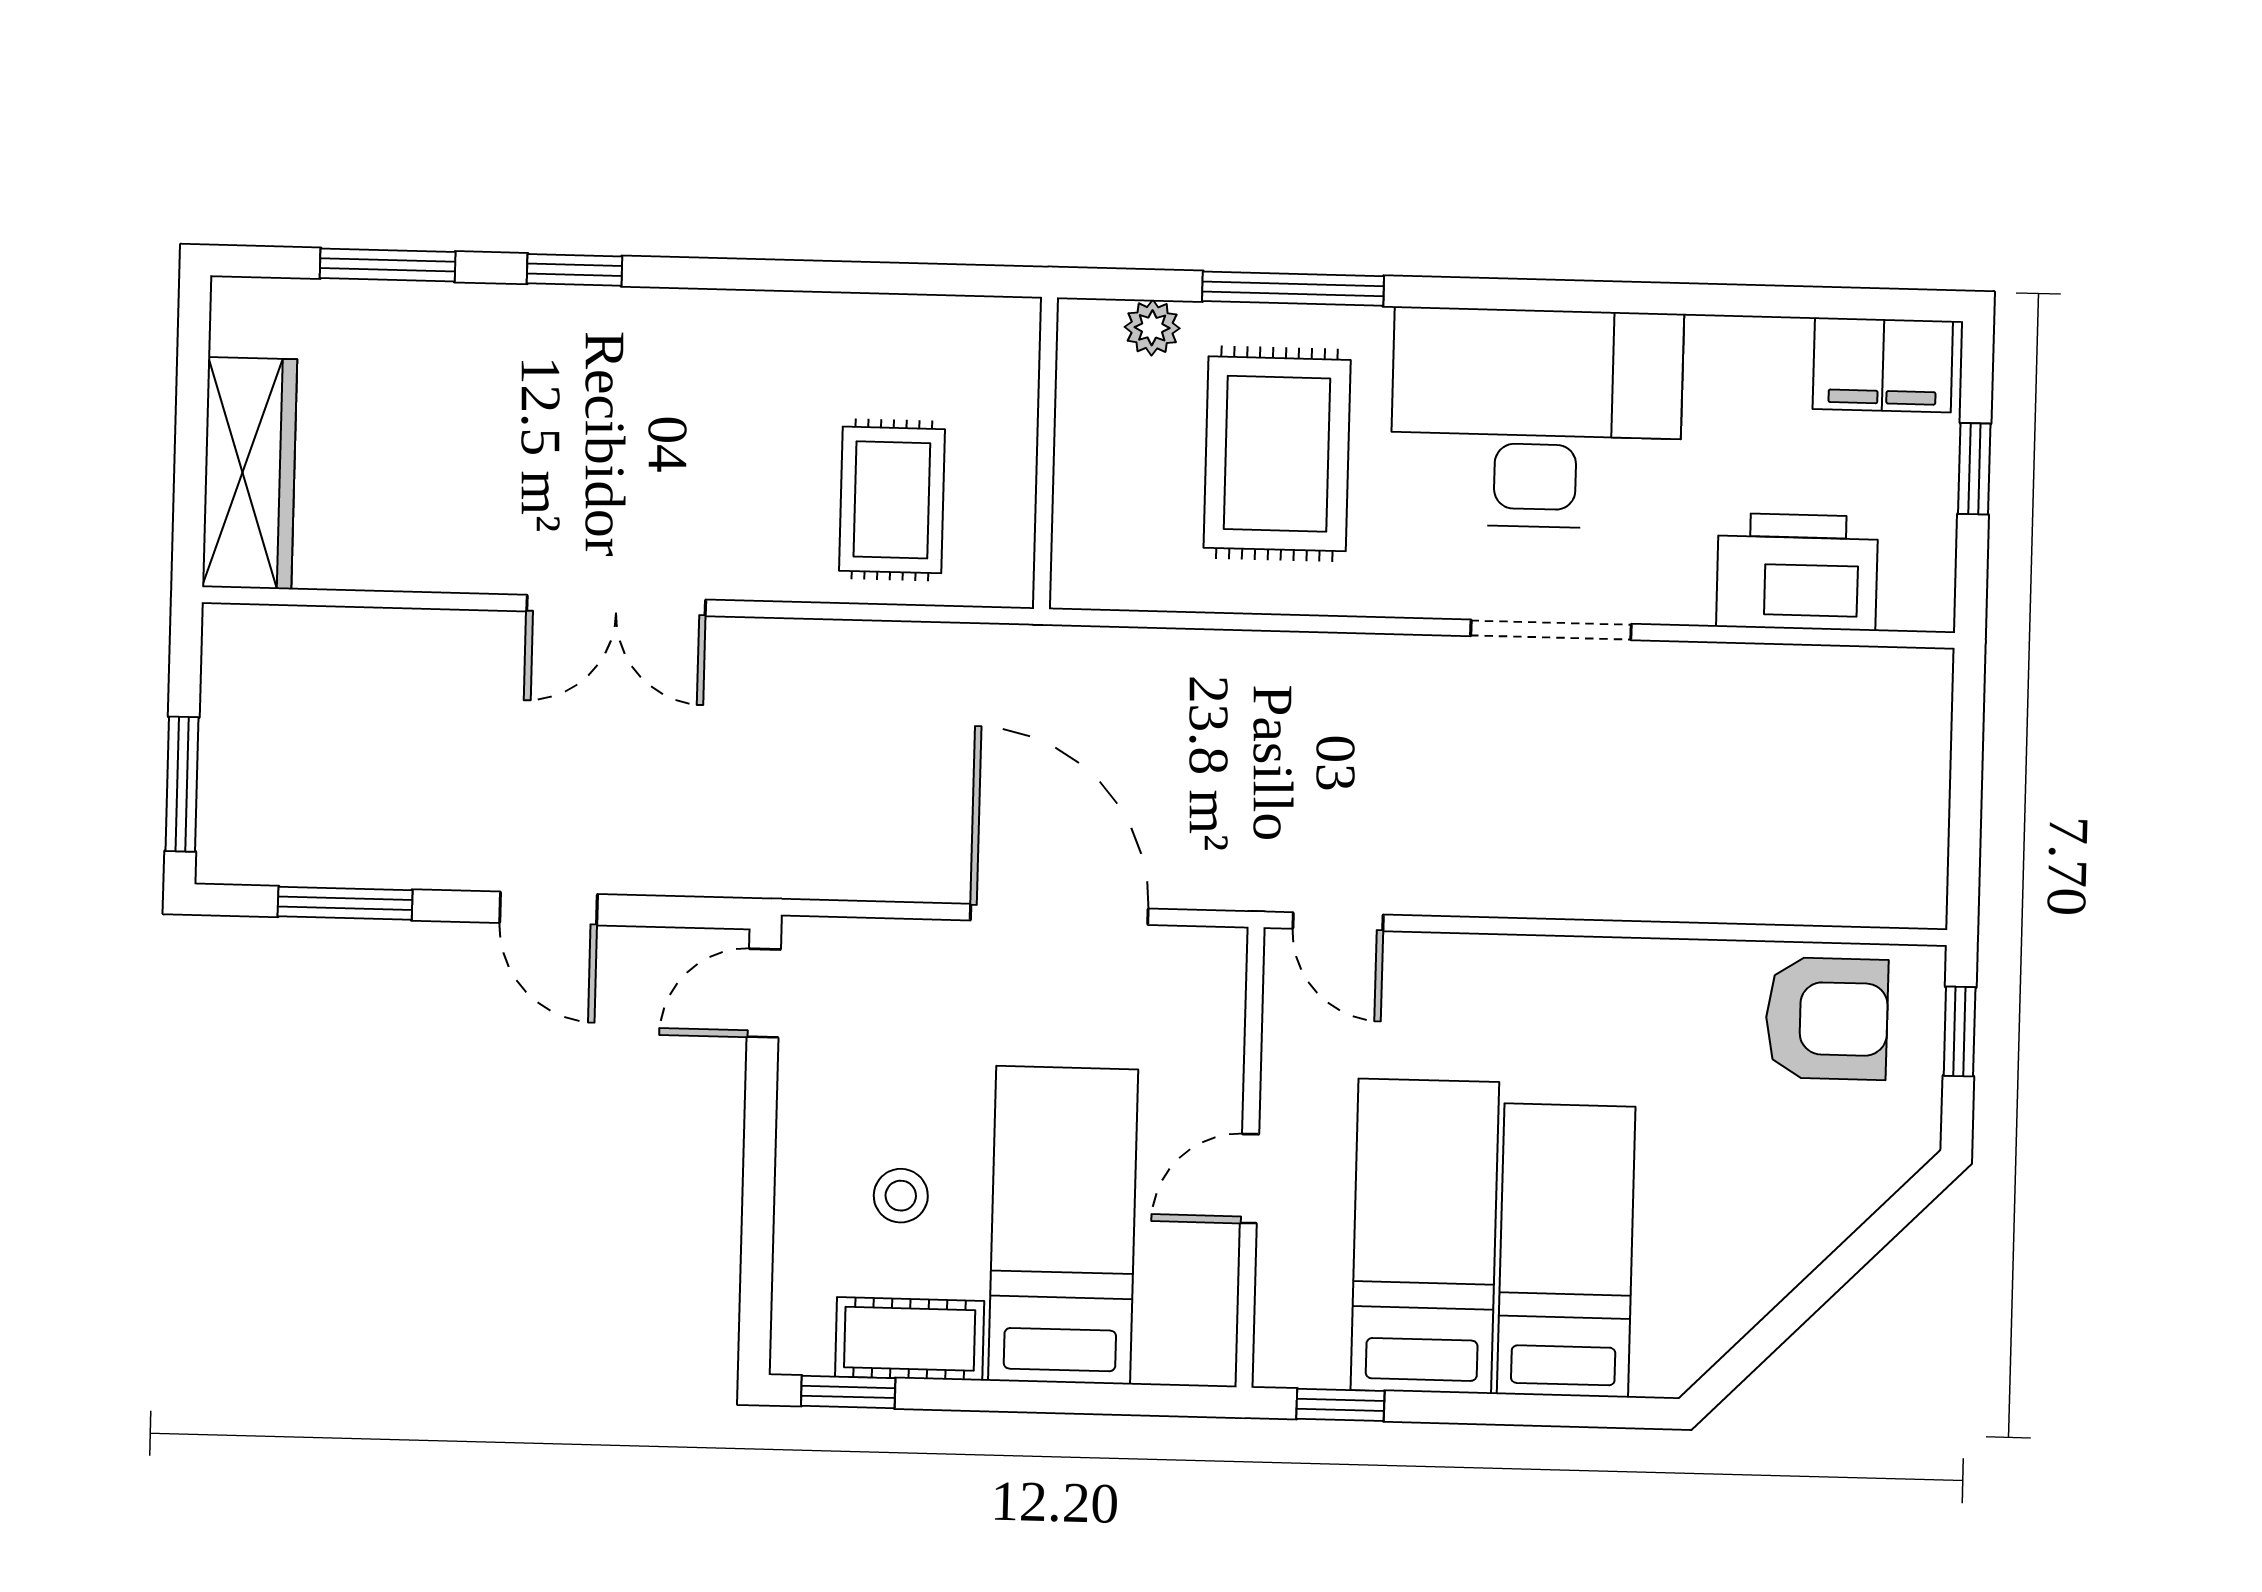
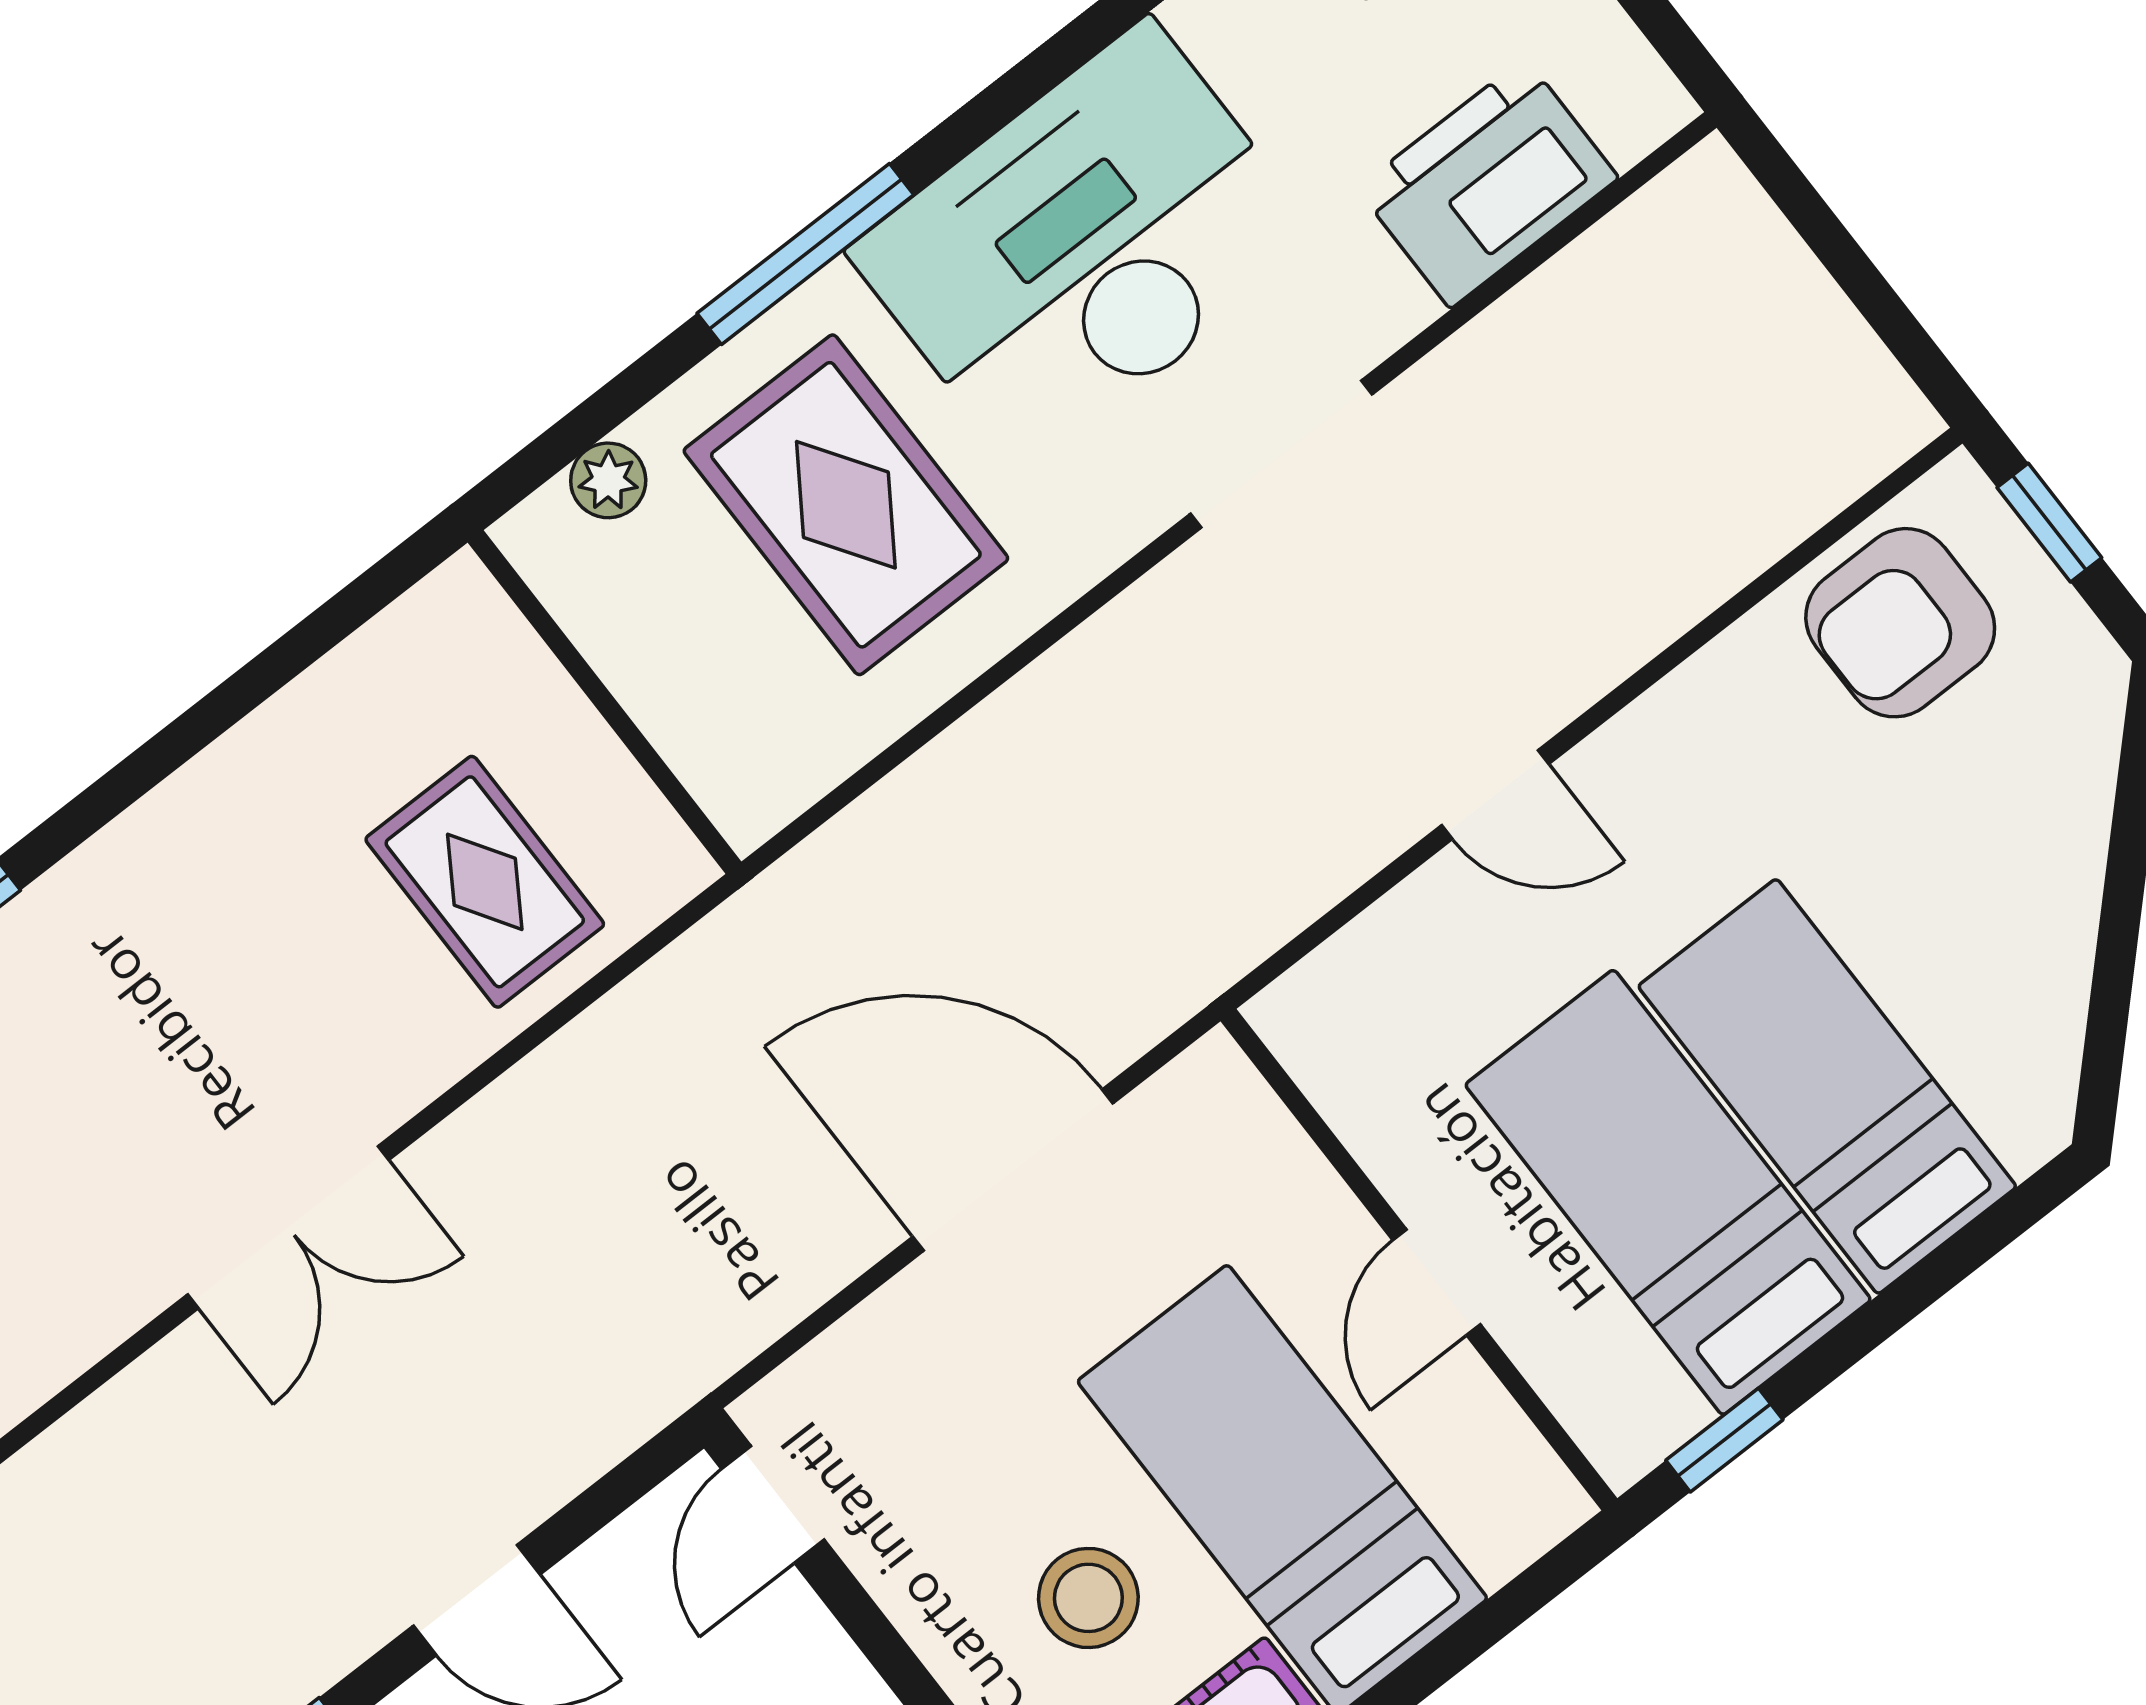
window: (1293, 289) -> (805, 254), moved
door: (1338, 922) -> (1495, 795), moved
armchair: (1827, 1019) -> (1900, 623), turned 180
stool: (901, 1196) -> (1088, 1598), width x1.37, depth x1.37

